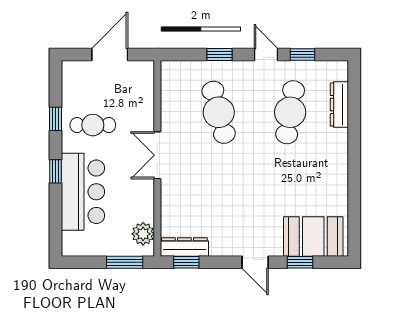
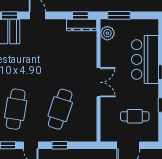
cafe table: (219, 112) -> (60, 109), turned 33
cafe table: (93, 125) -> (135, 116), moved

